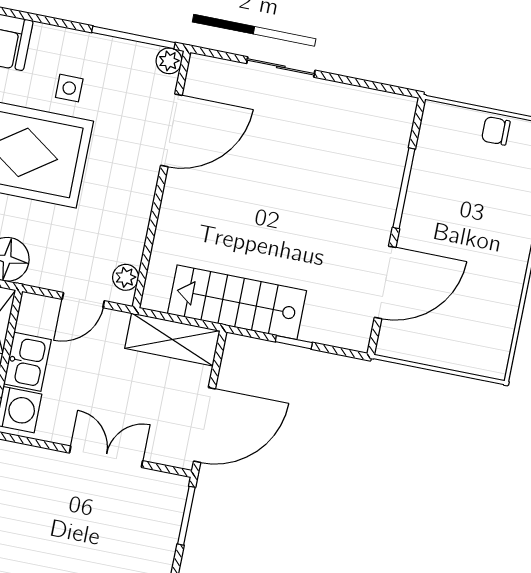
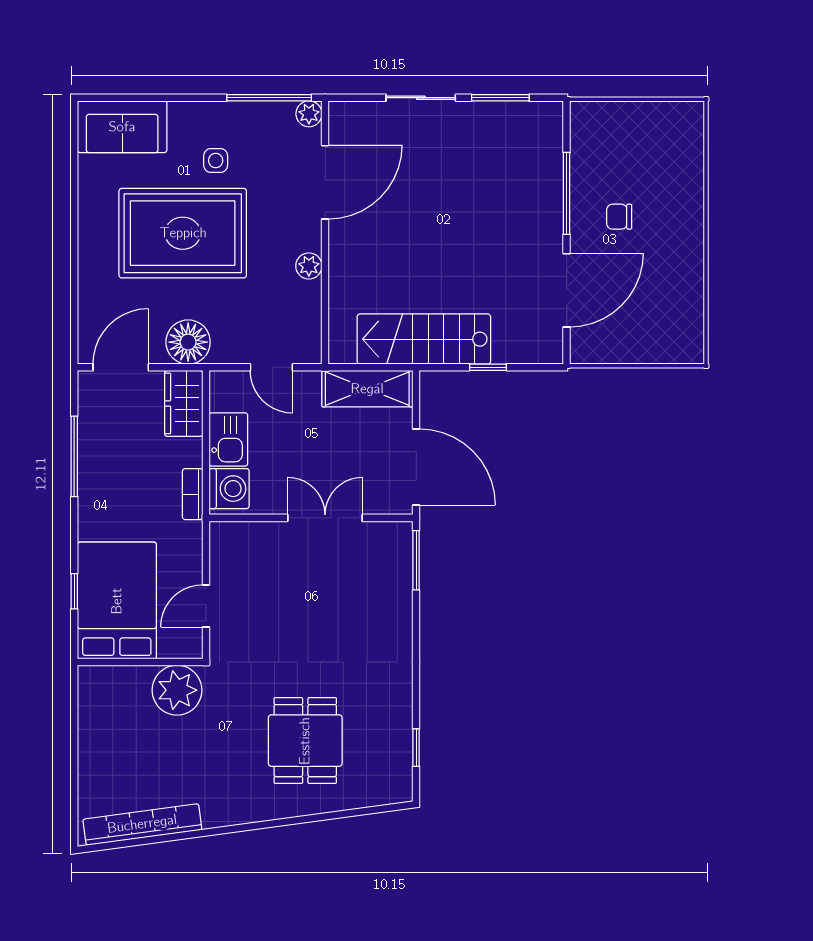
window: (358, 82) -> (500, 98), added
chair: (496, 131) -> (619, 217), moved
plant: (126, 277) -> (309, 266), moved
door: (83, 300) -> (271, 367), hinge flipped
door: (204, 425) -> (416, 467), hinge flipped

